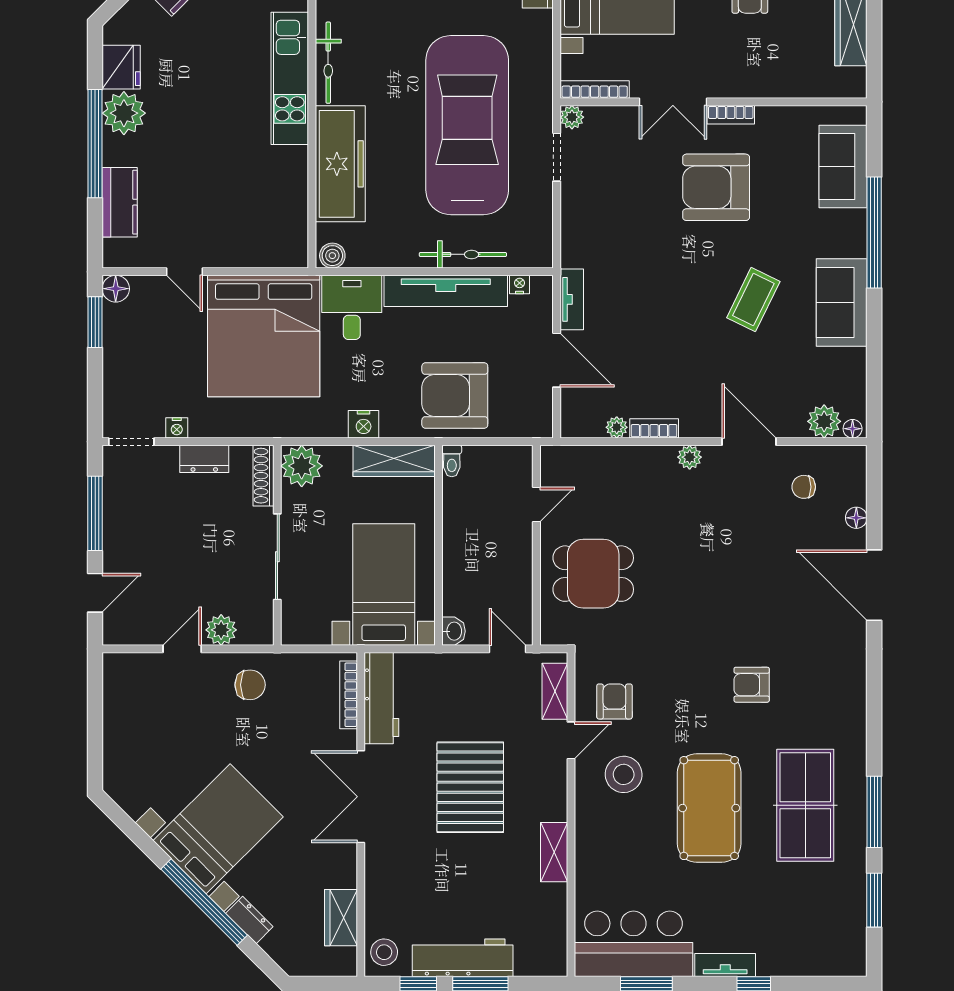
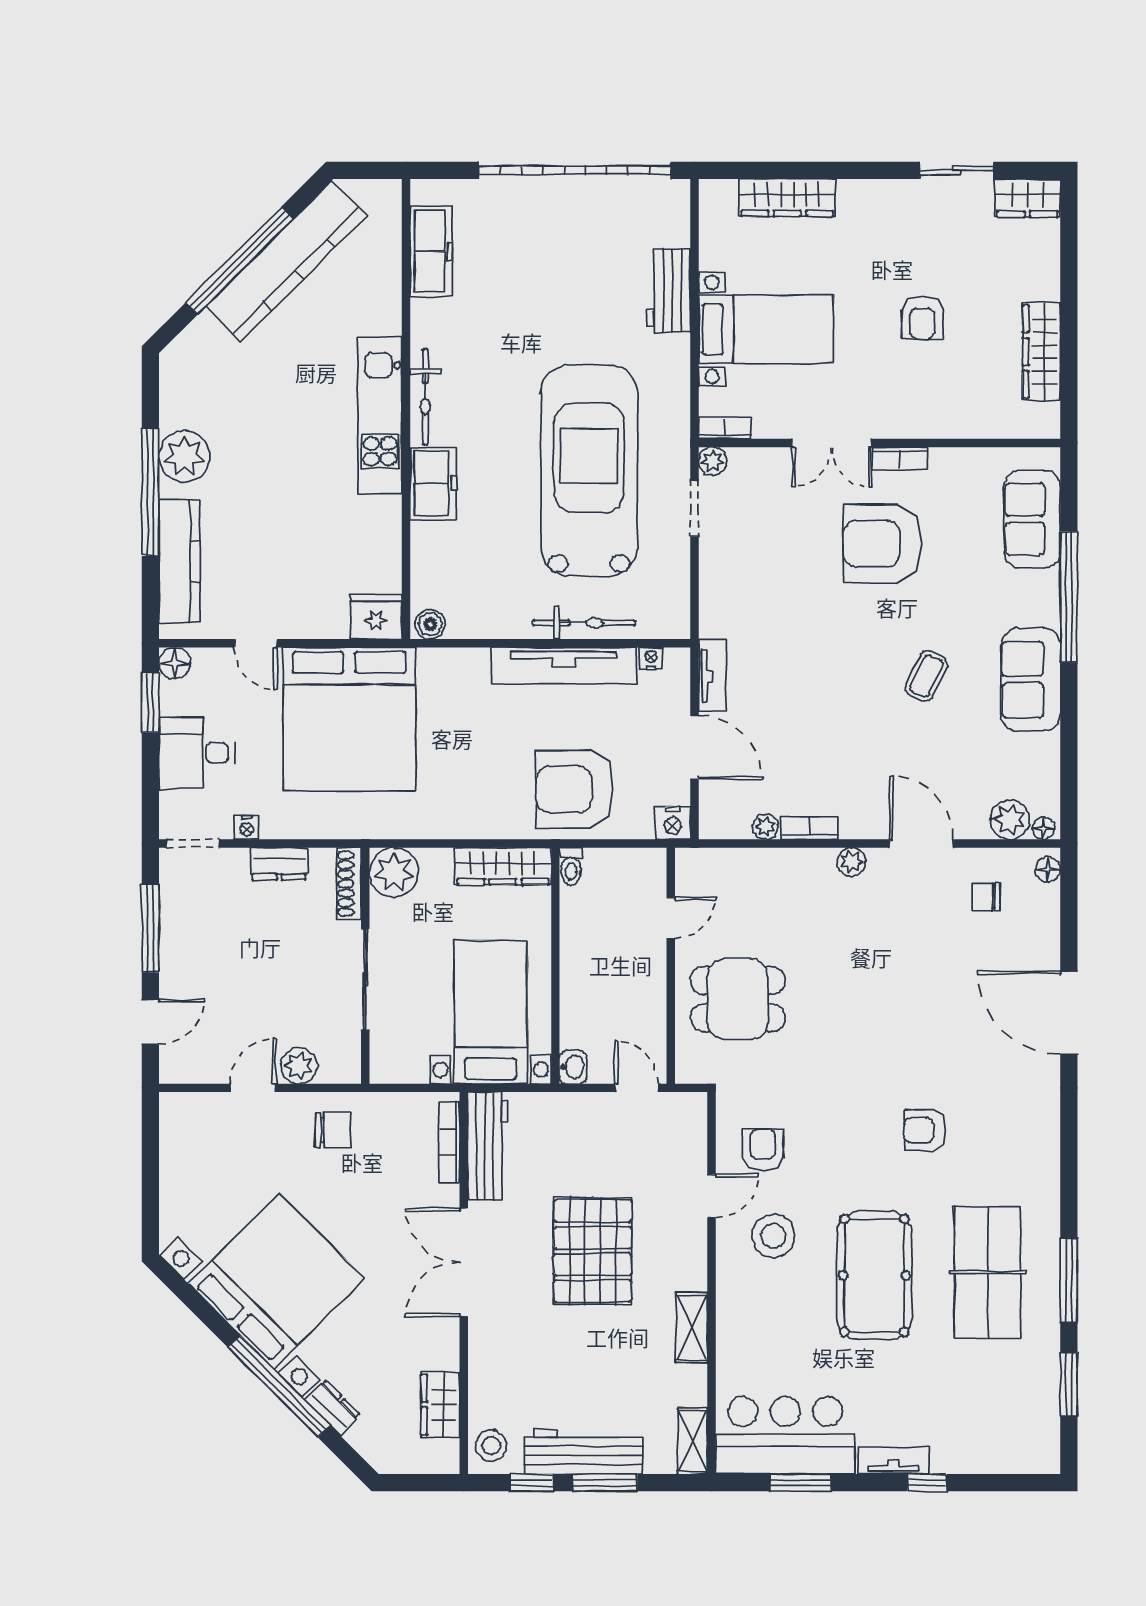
fridge: (121, 67) -> (376, 617), moved, turned -90
bookcase: (595, 89) -> (725, 428), width x0.64
freezer: (340, 164) -> (433, 483), width x0.52, depth x0.79
kitchen counter: (120, 202) -> (179, 561), width x1.50
coffee table: (753, 300) -> (926, 676), width x0.73, depth x0.77
desk: (352, 307) -> (197, 753), moved, turned -90
nightstand: (364, 424) -> (673, 823), moved
floor lamp: (856, 518) -> (1048, 869), moved
shelving: (555, 691) -> (692, 1441), moved
bed with nightstands: (218, 829) -> (277, 1281), width x1.36

